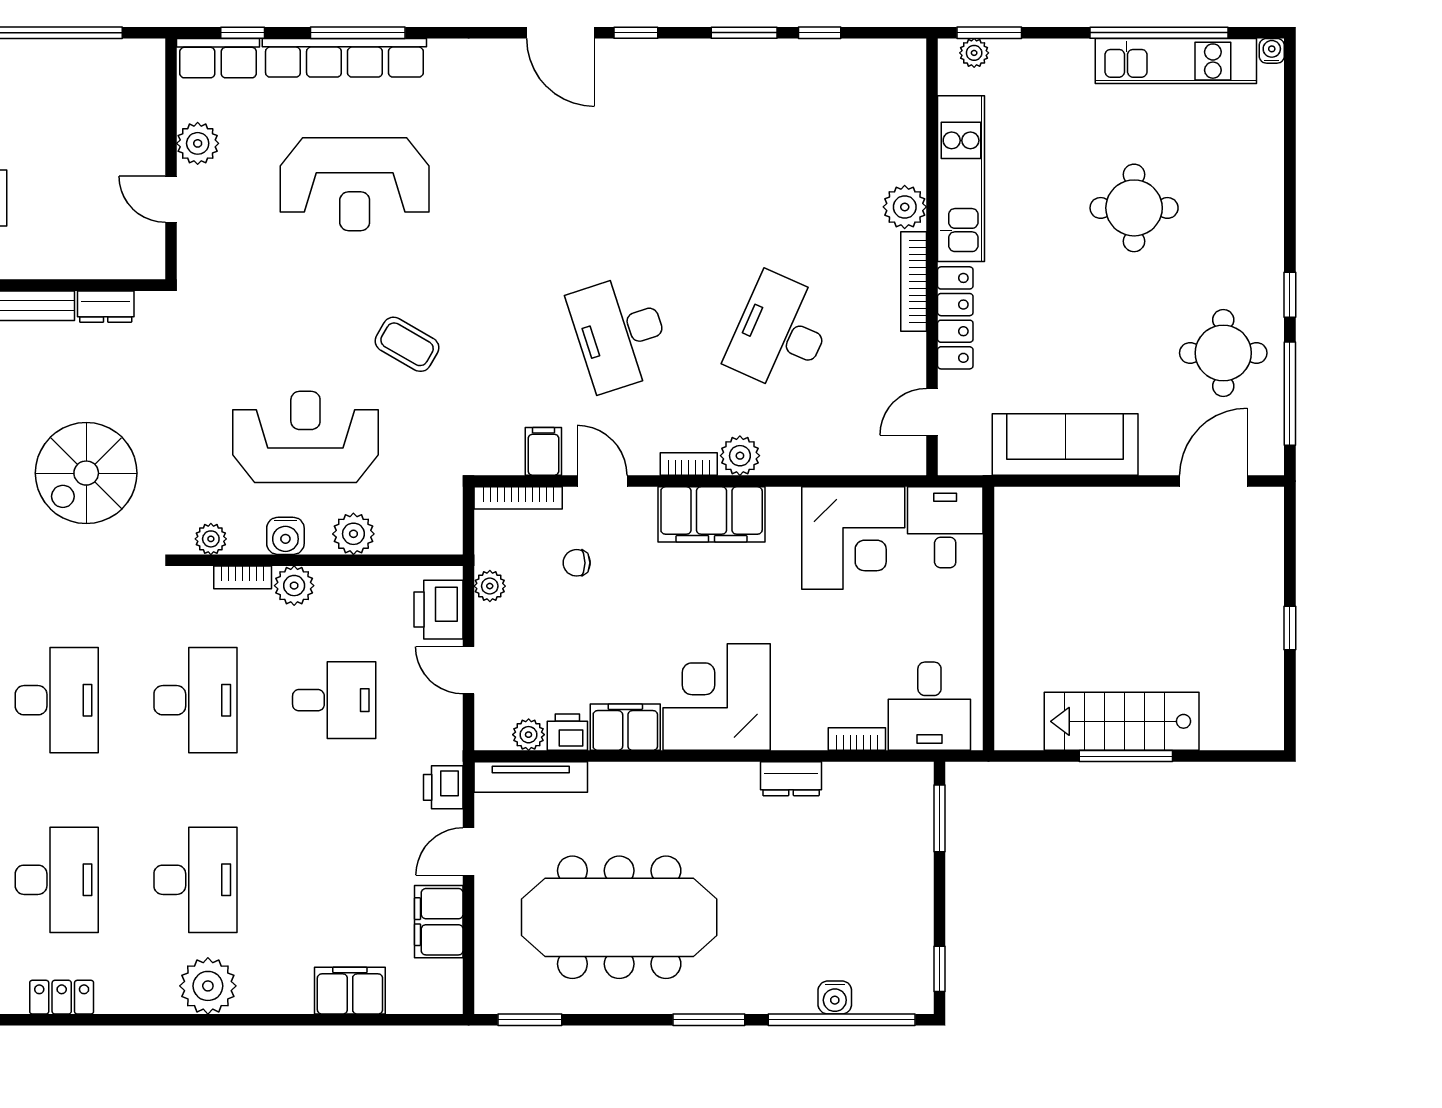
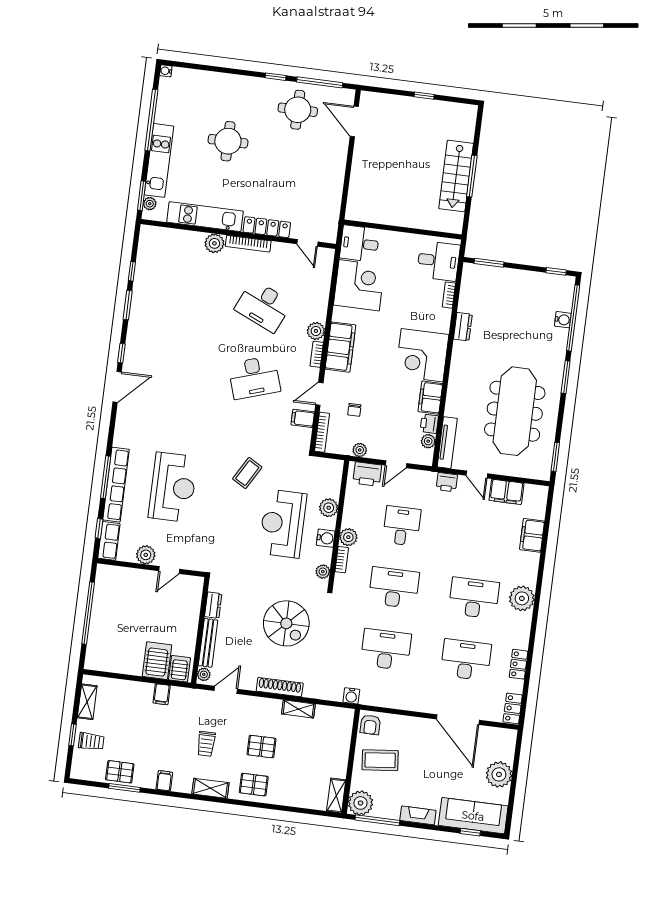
kitchen unit: (1176, 61) -> (159, 160), moved
sofa: (1065, 445) -> (329, 185), removed

